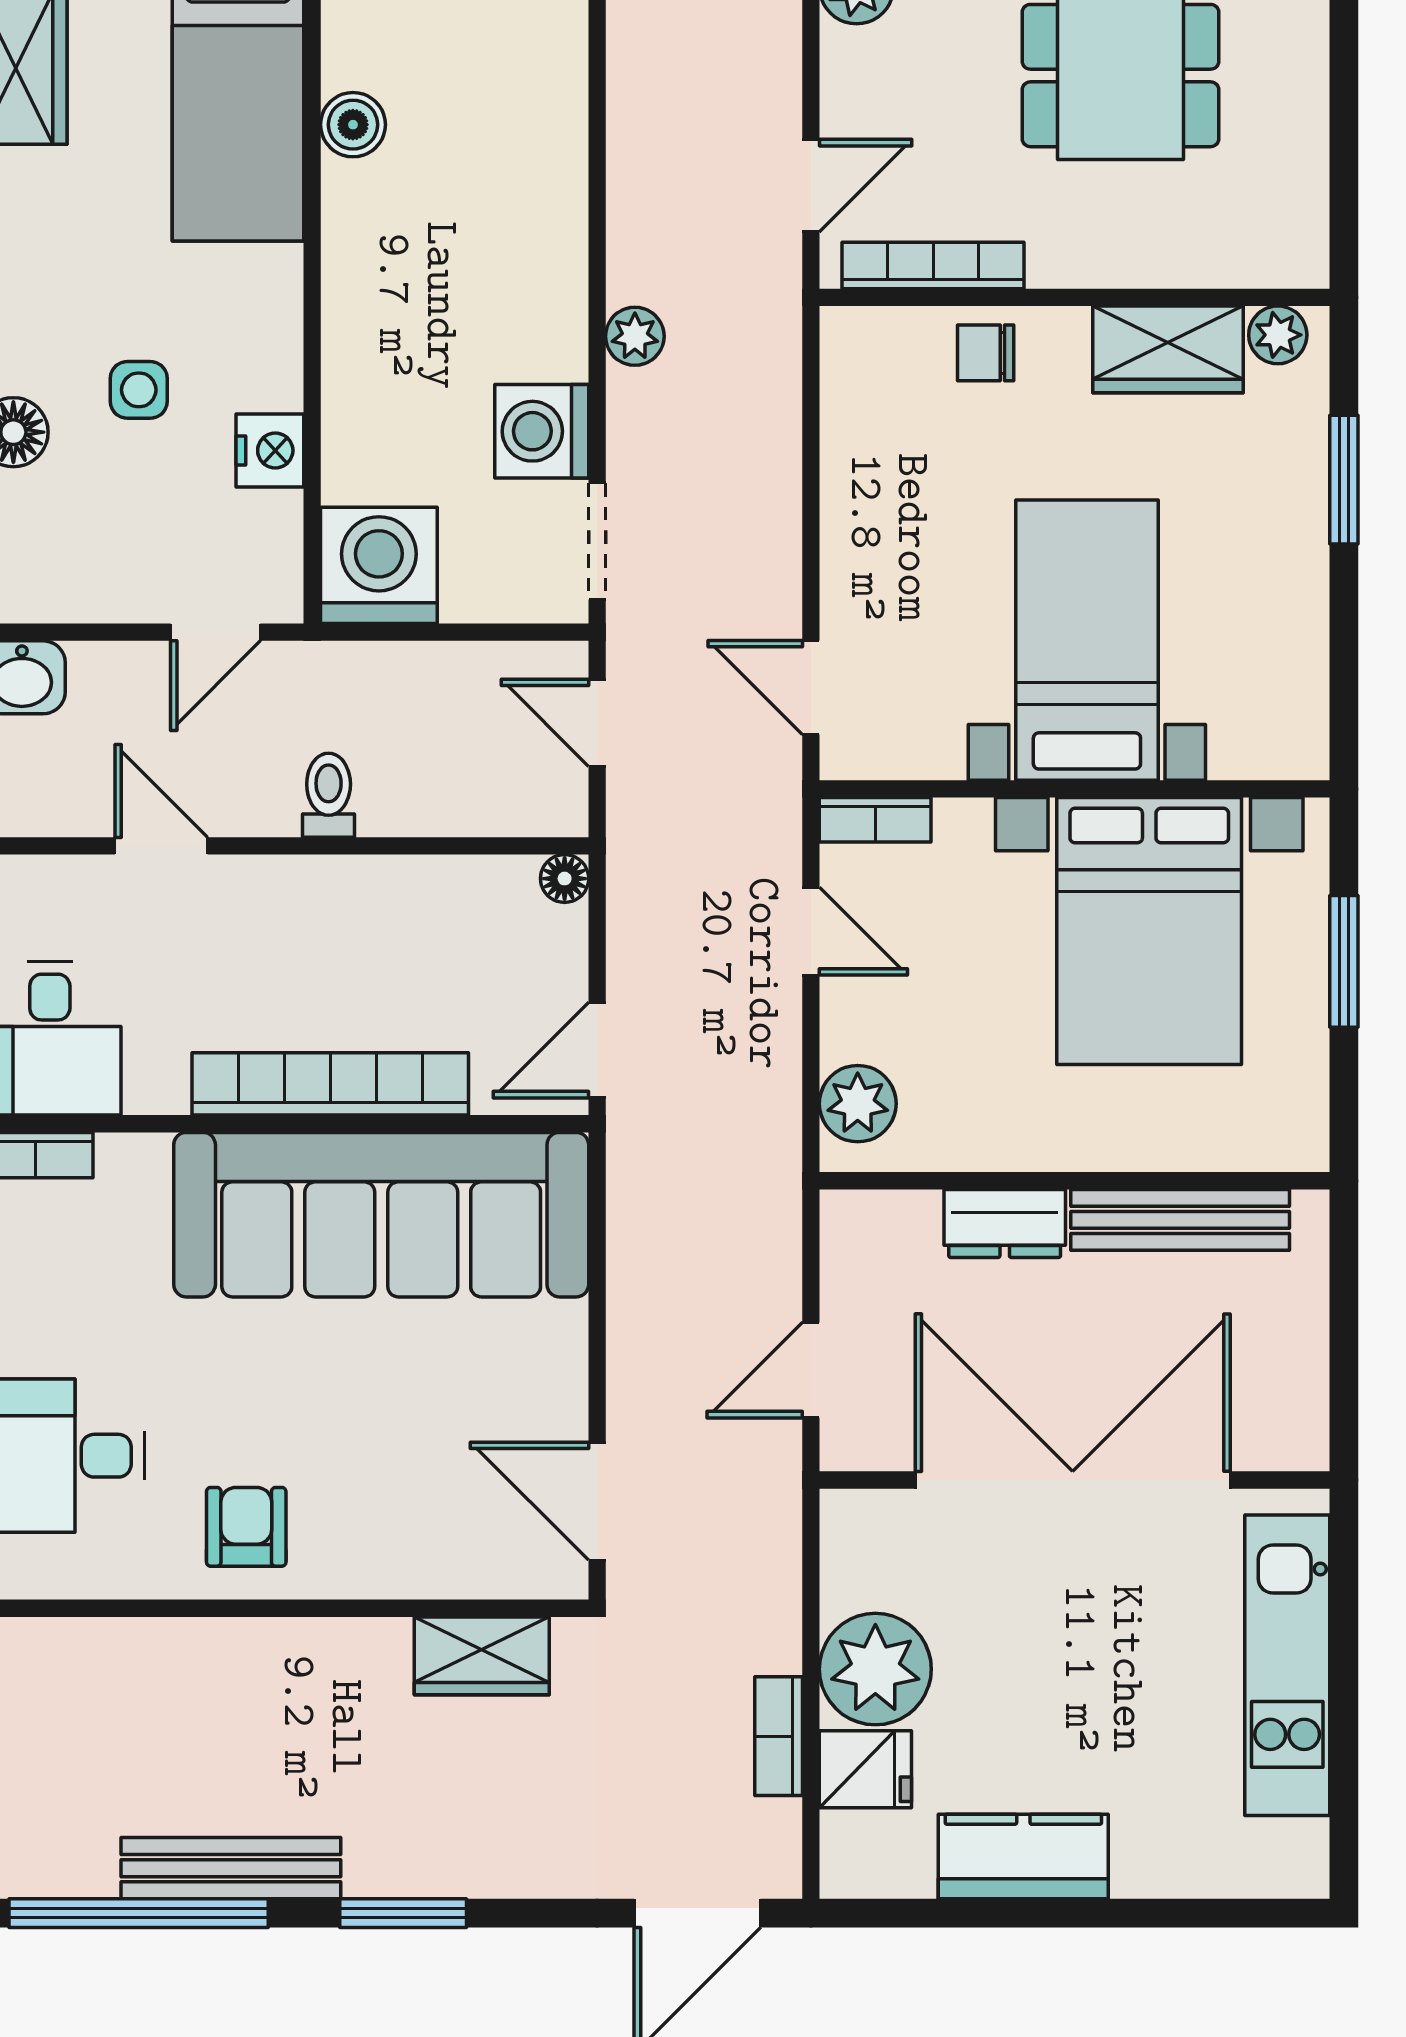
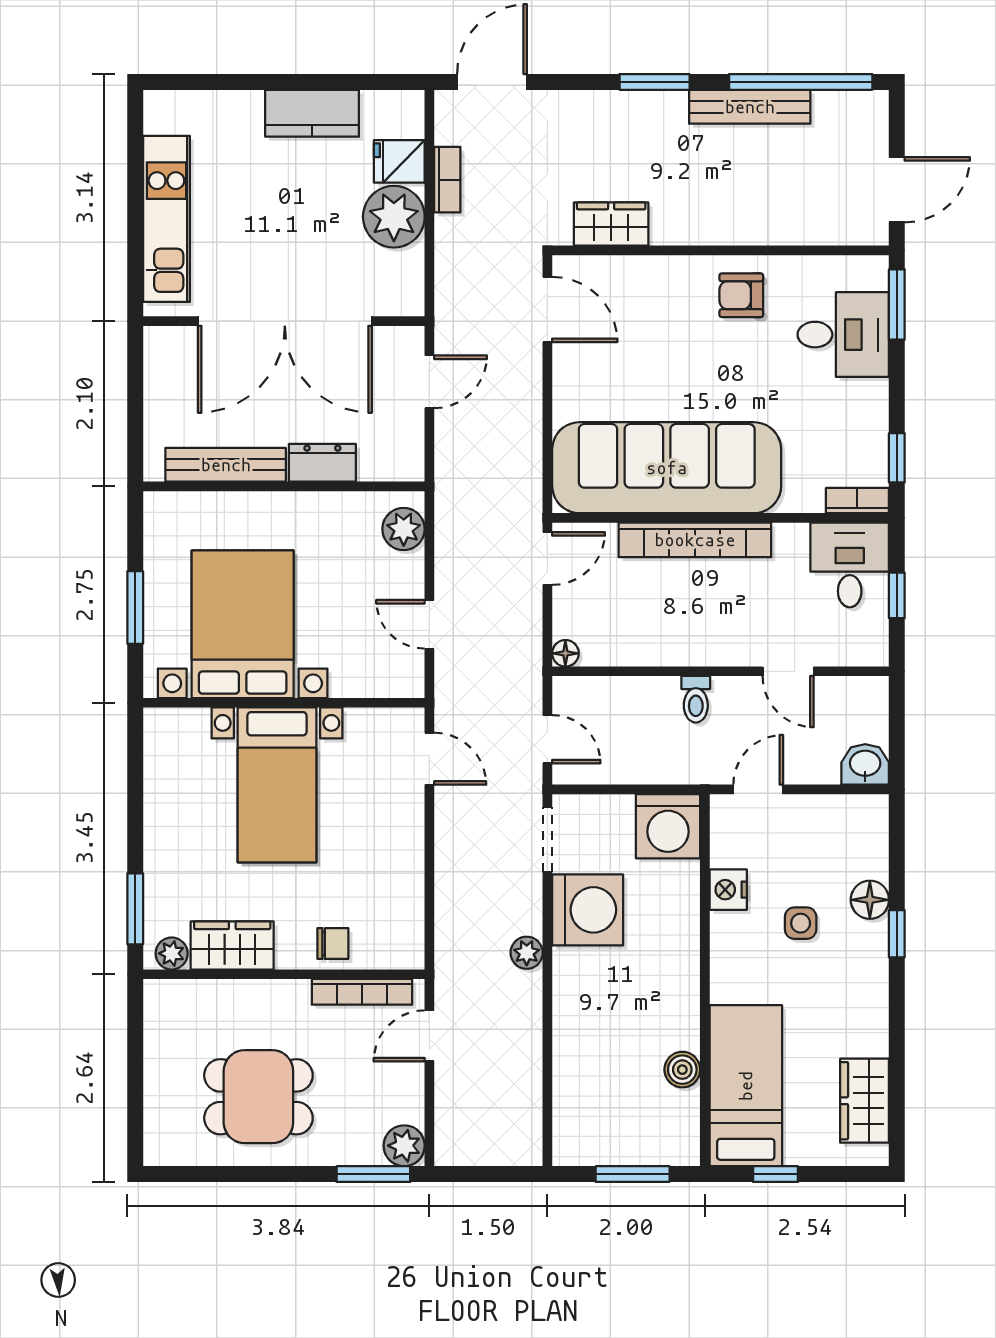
washing machine: (542, 431) -> (588, 910), width x1.37, depth x1.37
window: (1344, 480) -> (135, 909), moved
bookcase: (875, 820) -> (394, 686), removed
armchair: (246, 1527) -> (741, 295), turned 90

